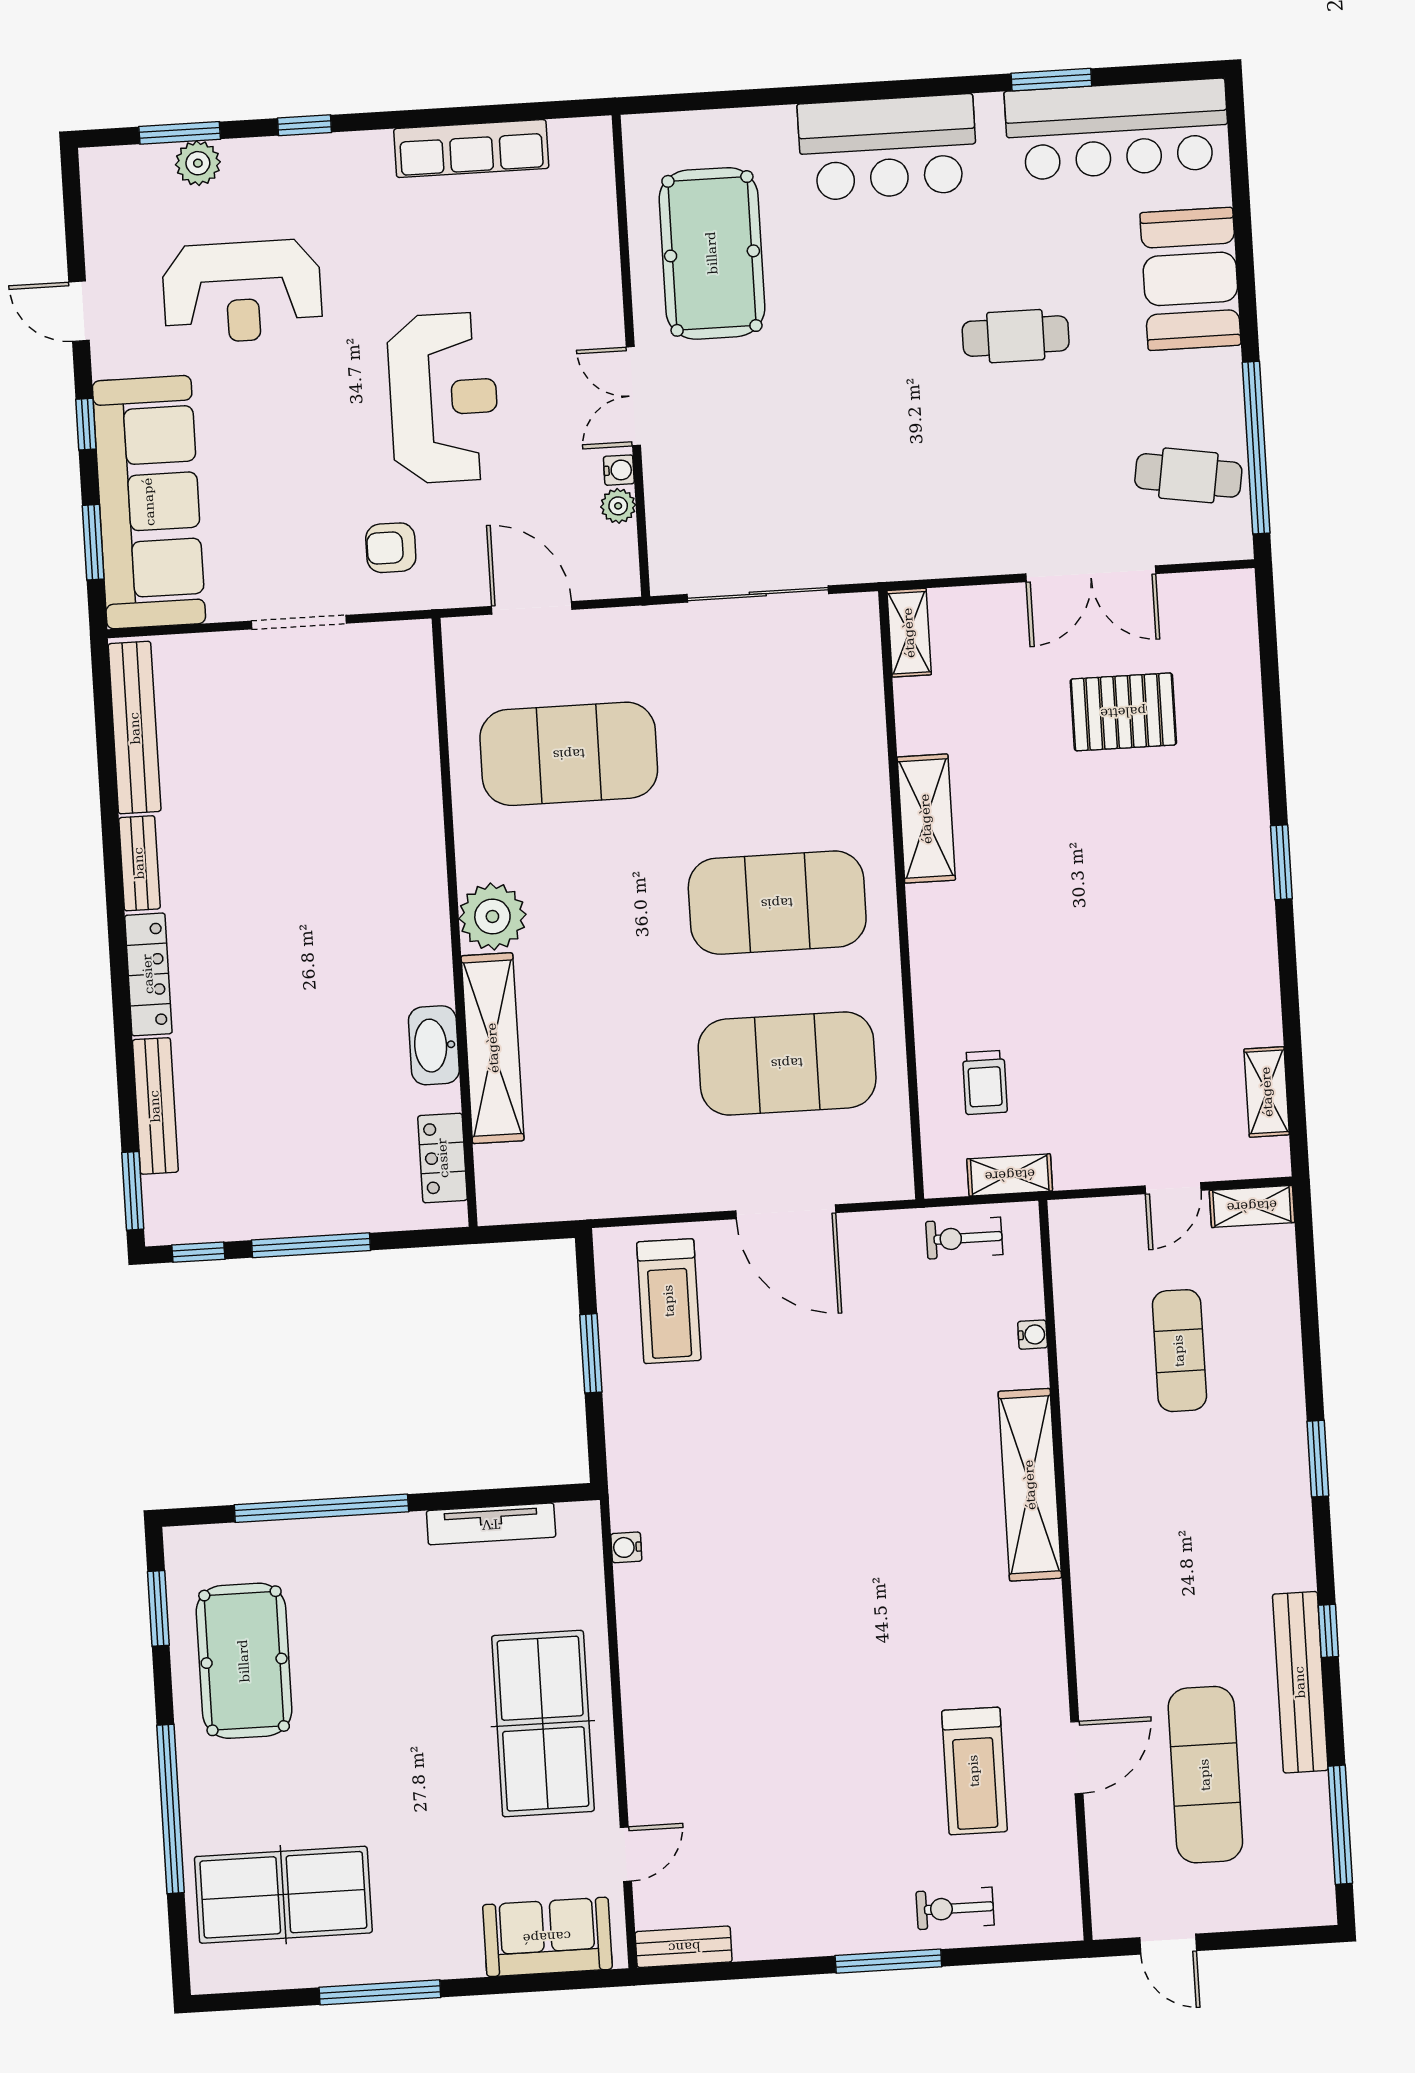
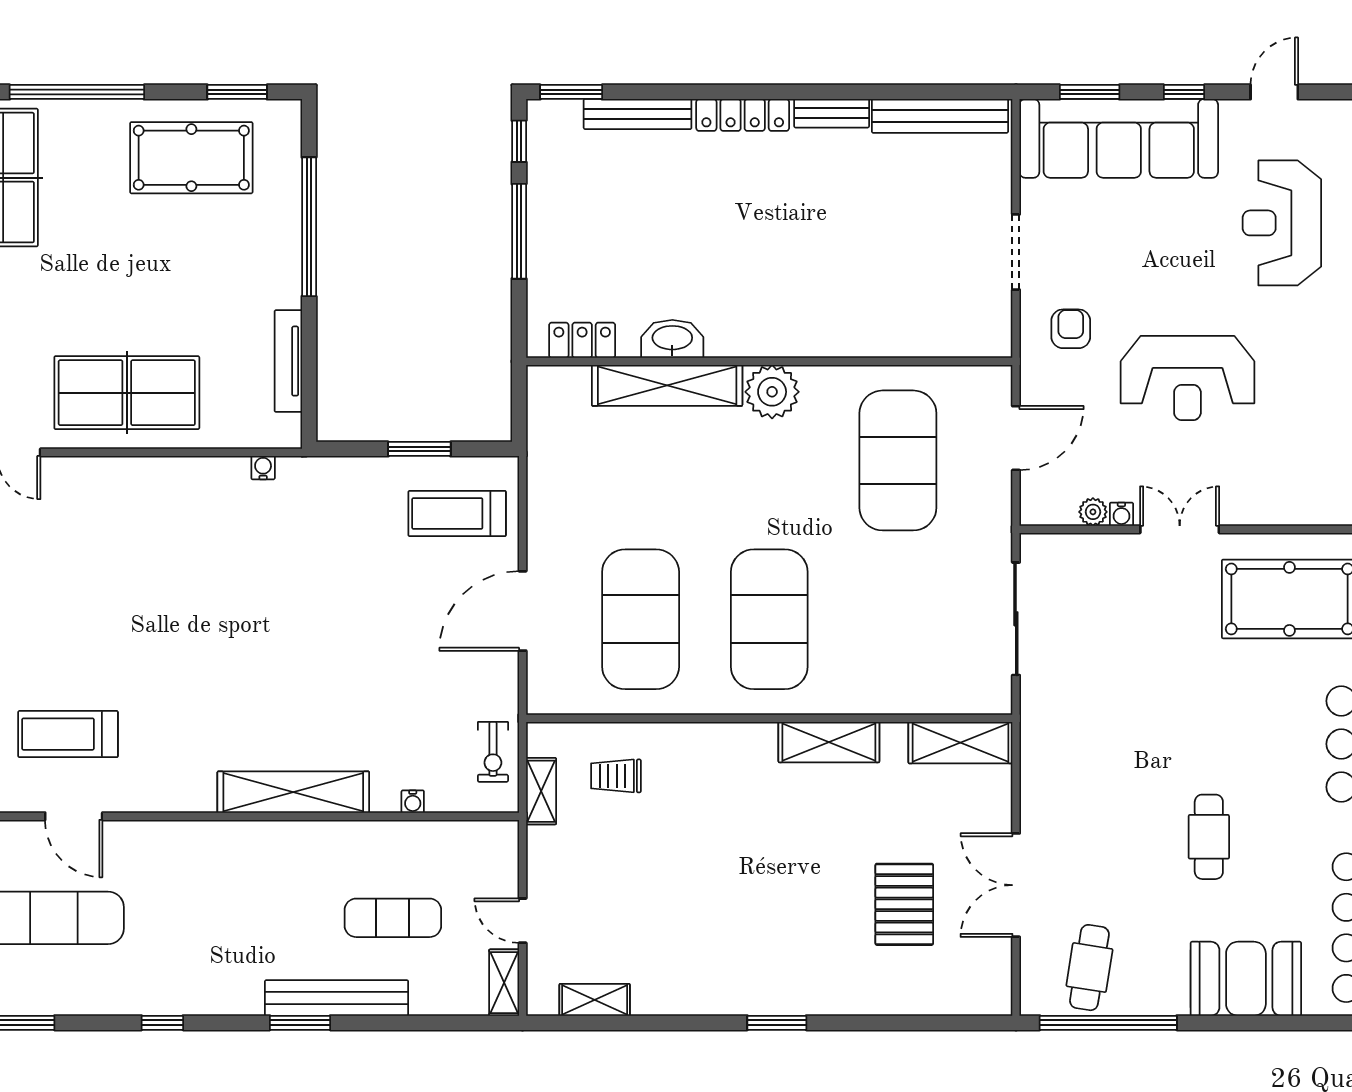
shelving: (909, 633) -> (960, 743), width x1.50, depth x1.33
exercise bike: (964, 1238) -> (493, 752), turned 180
bench: (1300, 1682) -> (337, 998), moved

